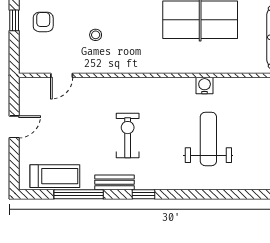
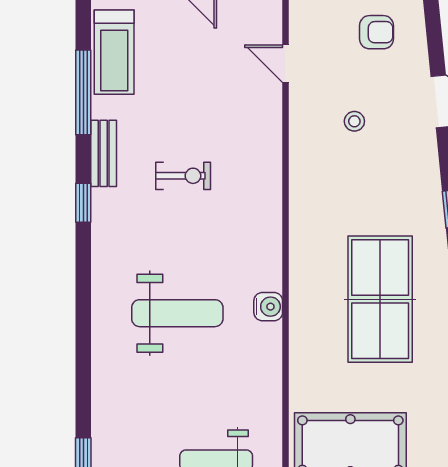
exercise bike: (128, 136) -> (183, 176), width x0.73, depth x0.72

